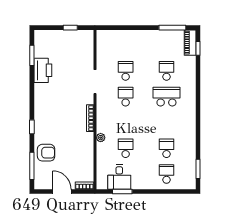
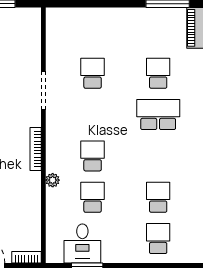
school desk: (126, 97) -> (93, 156), moved

